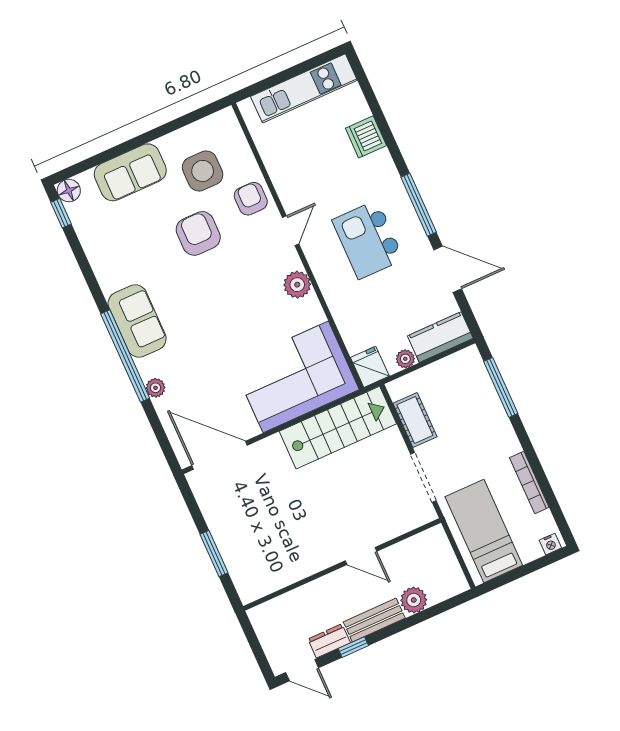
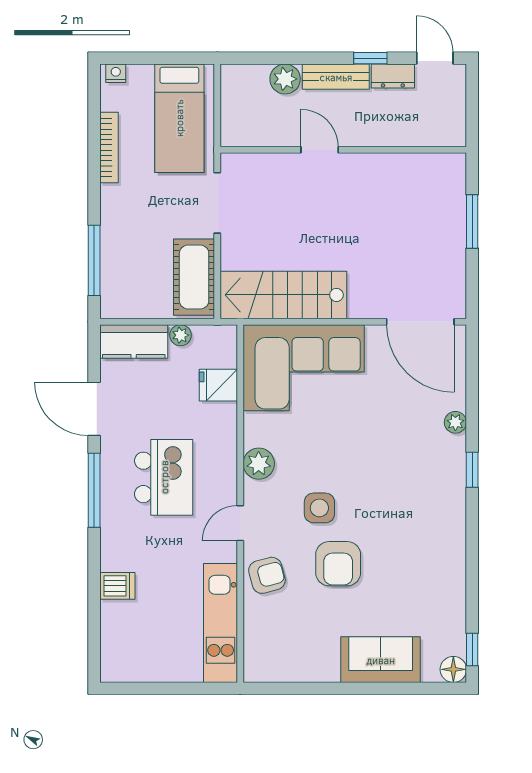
kitchen unit: (304, 88) -> (221, 623), moved, turned -90
dishwasher: (366, 137) -> (117, 586), width x0.73
side table: (203, 171) -> (319, 508), moved, width x0.73, depth x0.73
armchair: (251, 199) -> (267, 575), turned -105
sofa: (137, 321) -> (443, 501), removed
window: (125, 356) -> (472, 470), width x0.32
fridge: (370, 367) -> (218, 385), moved, turned 90
cot: (415, 420) -> (194, 277), width x1.37, depth x1.34

